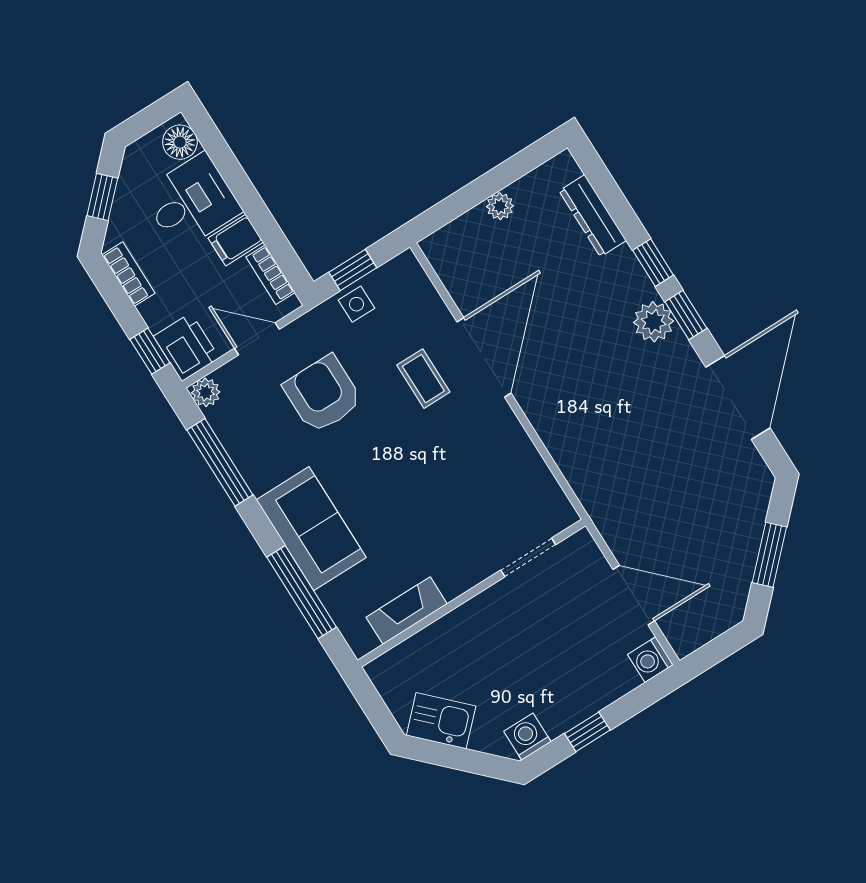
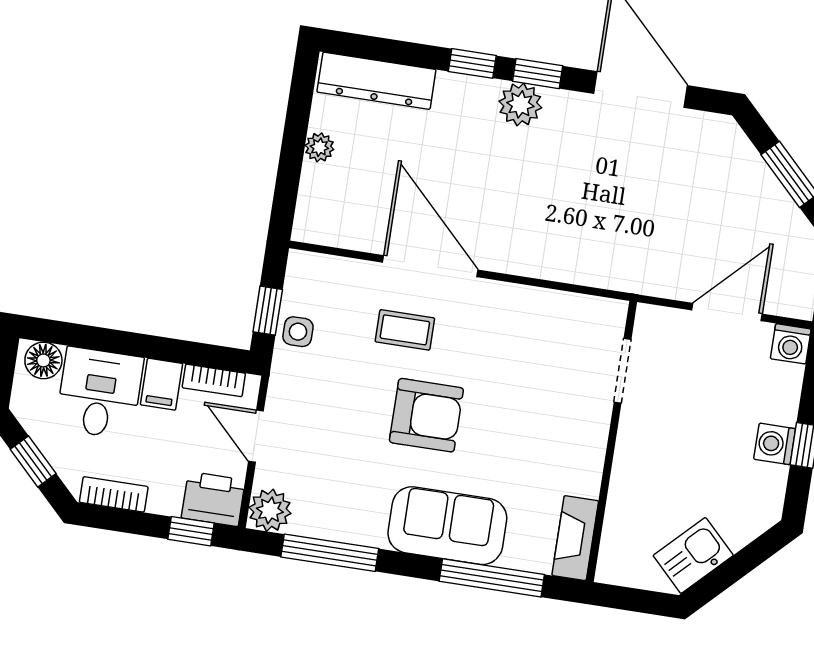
dresser: (593, 216) -> (376, 81), width x1.37, depth x1.24
door: (257, 339) -> (256, 436), hinge flipped
plant: (206, 392) -> (270, 510), width x1.38, depth x1.38
armchair: (323, 394) -> (426, 415), moved, turned 180
fireplace: (407, 611) -> (575, 538), moved
washing machine: (527, 737) -> (775, 444), moved

